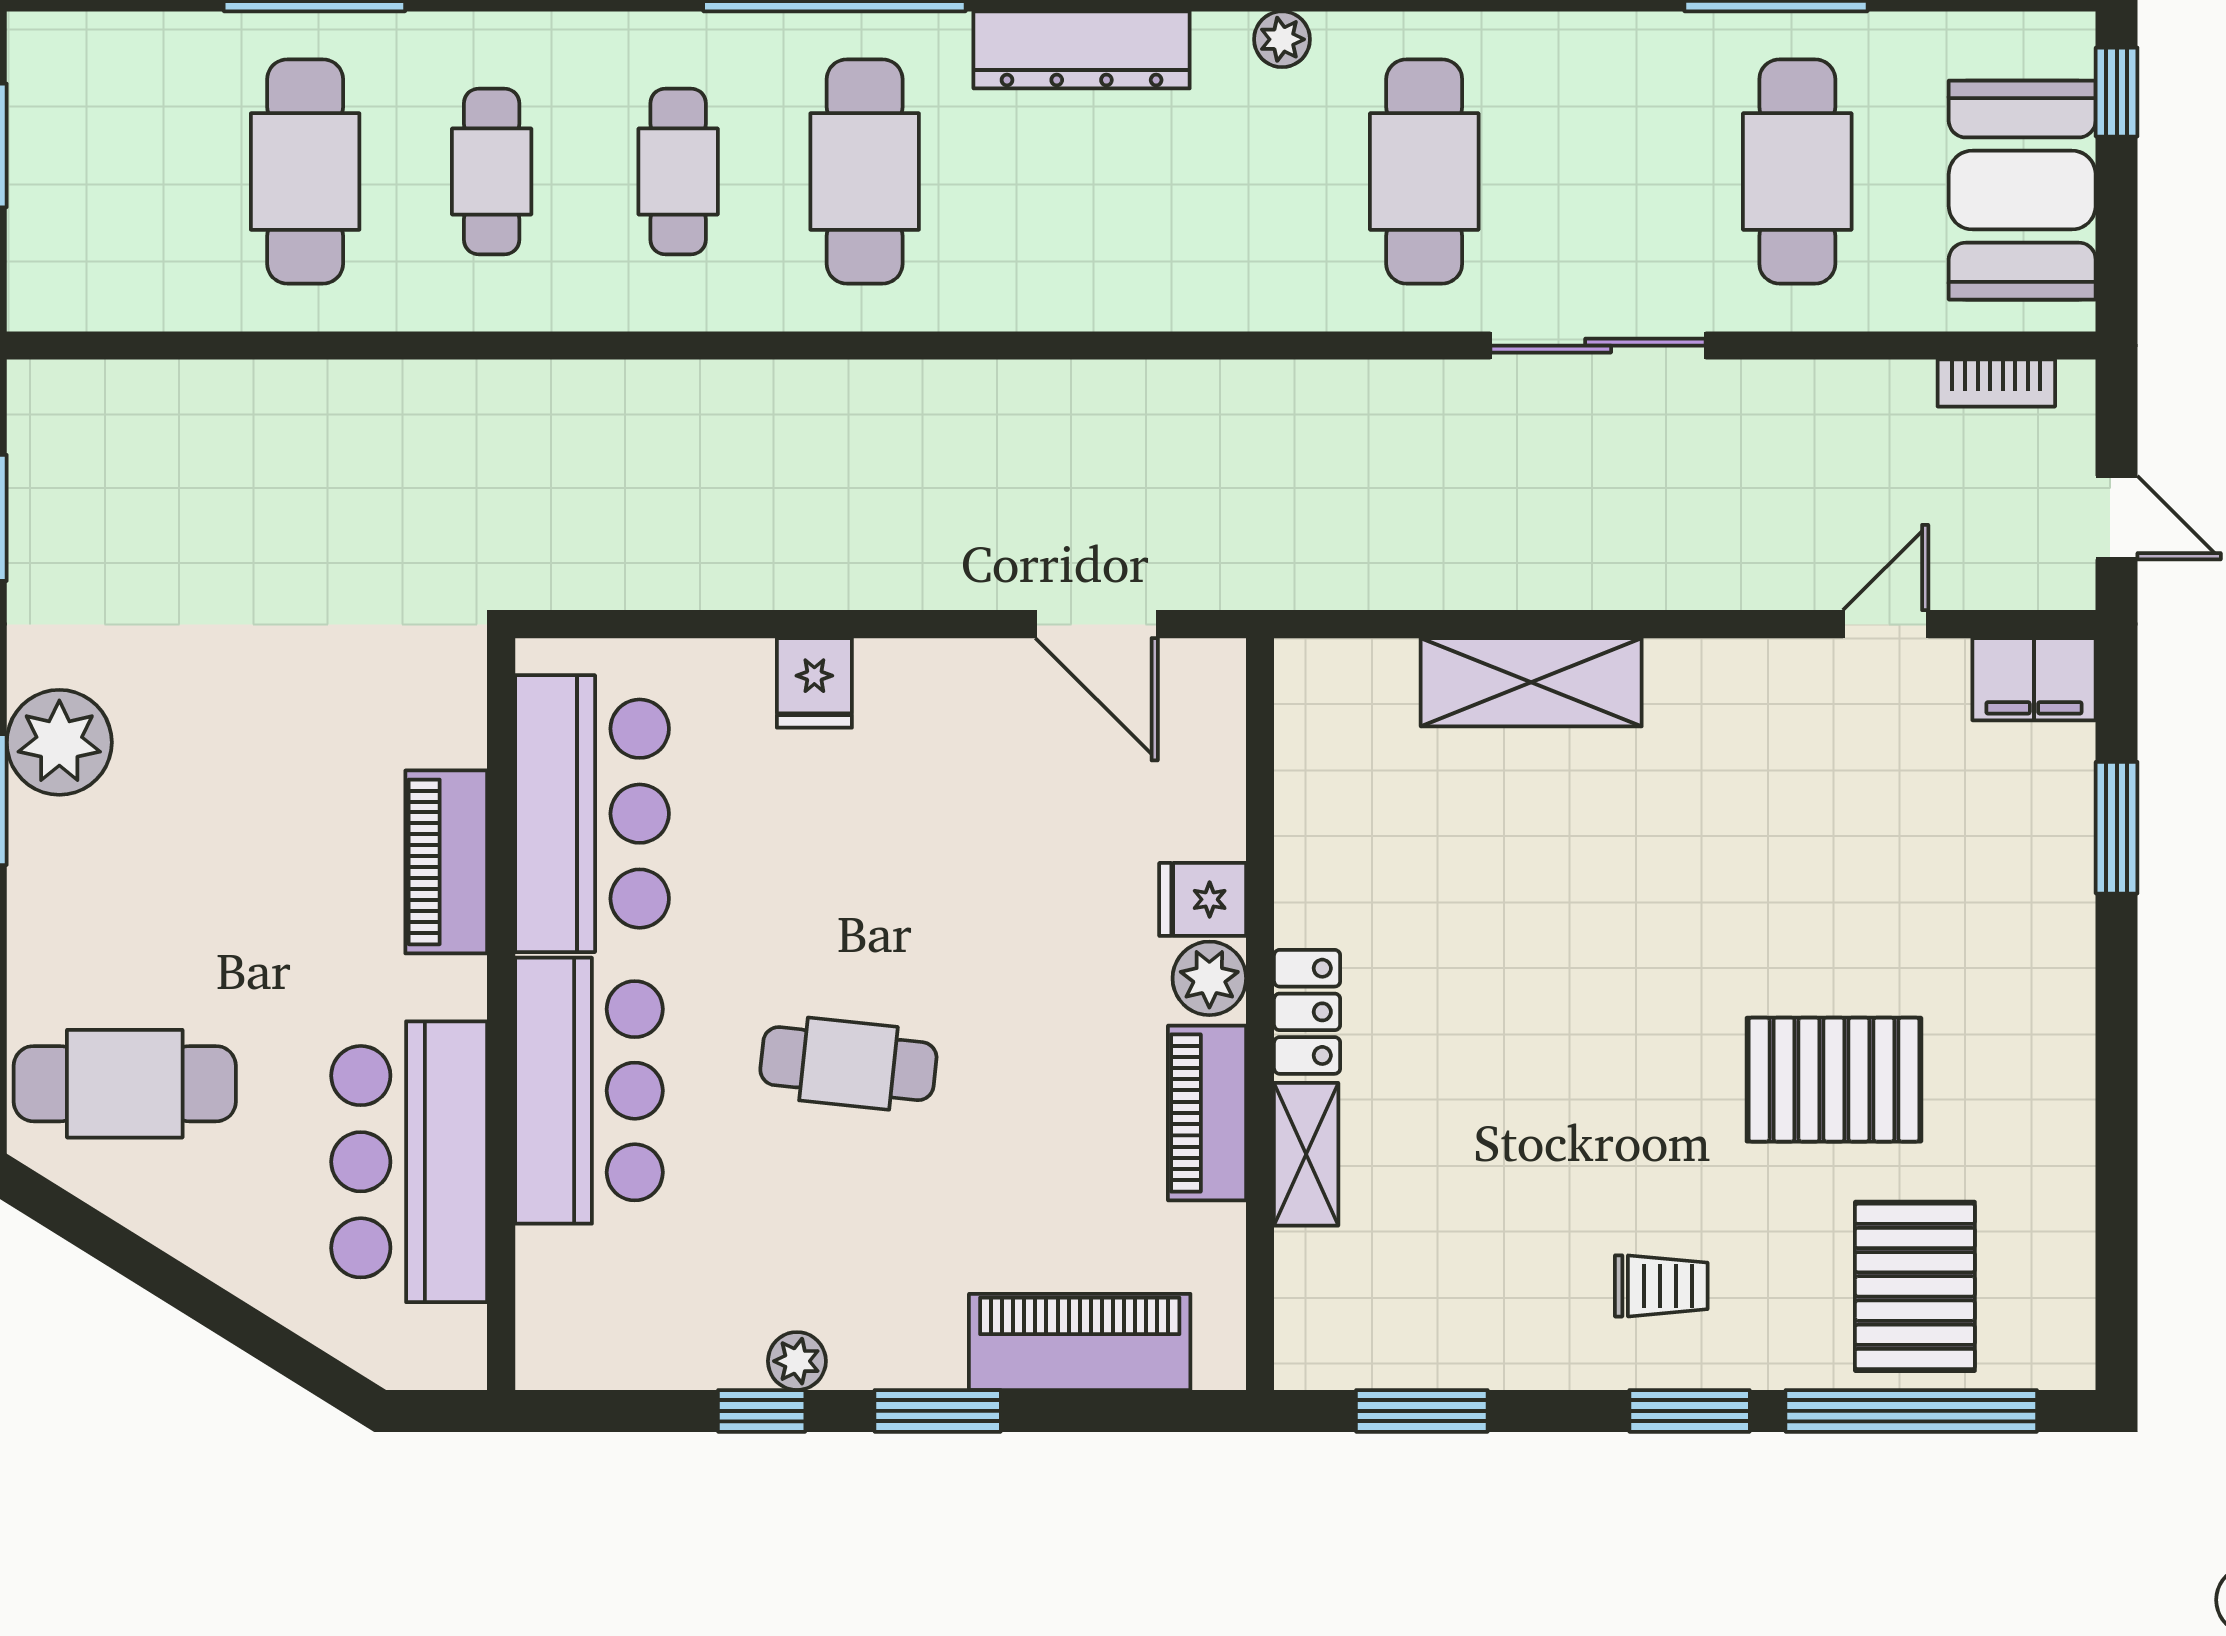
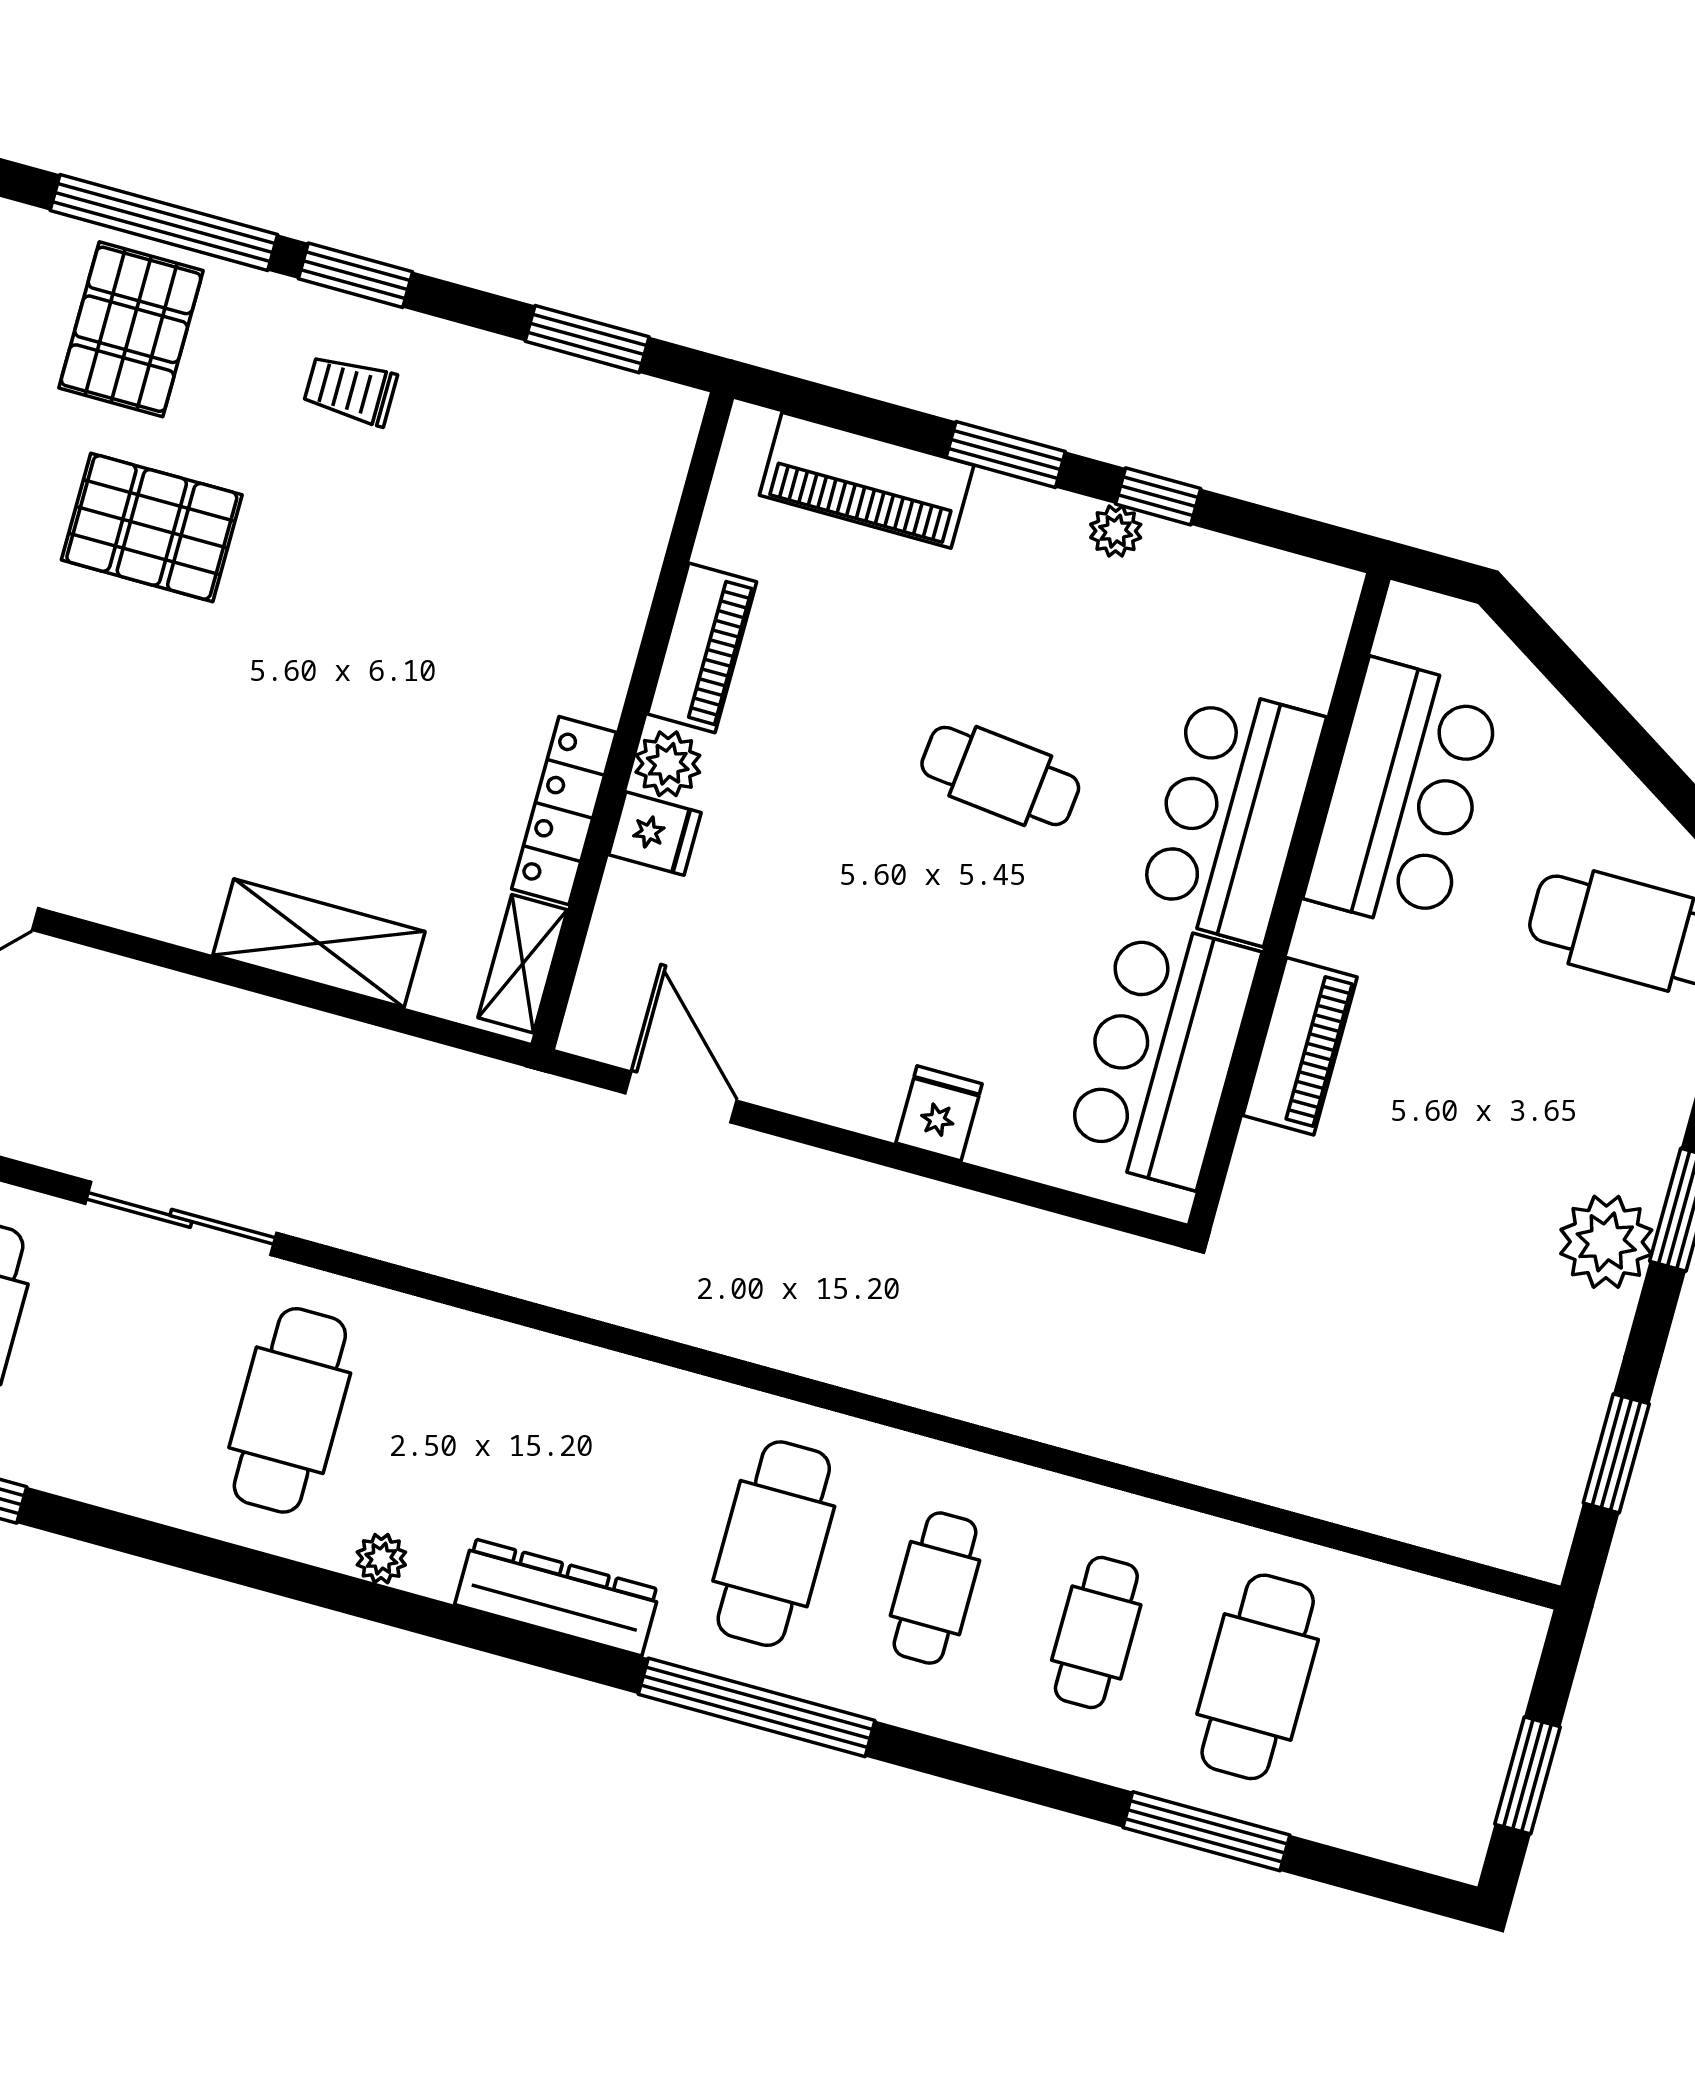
locker: (1307, 1012) -> (564, 811), moved, width x1.53
shelving: (1306, 1154) -> (523, 964), moved

